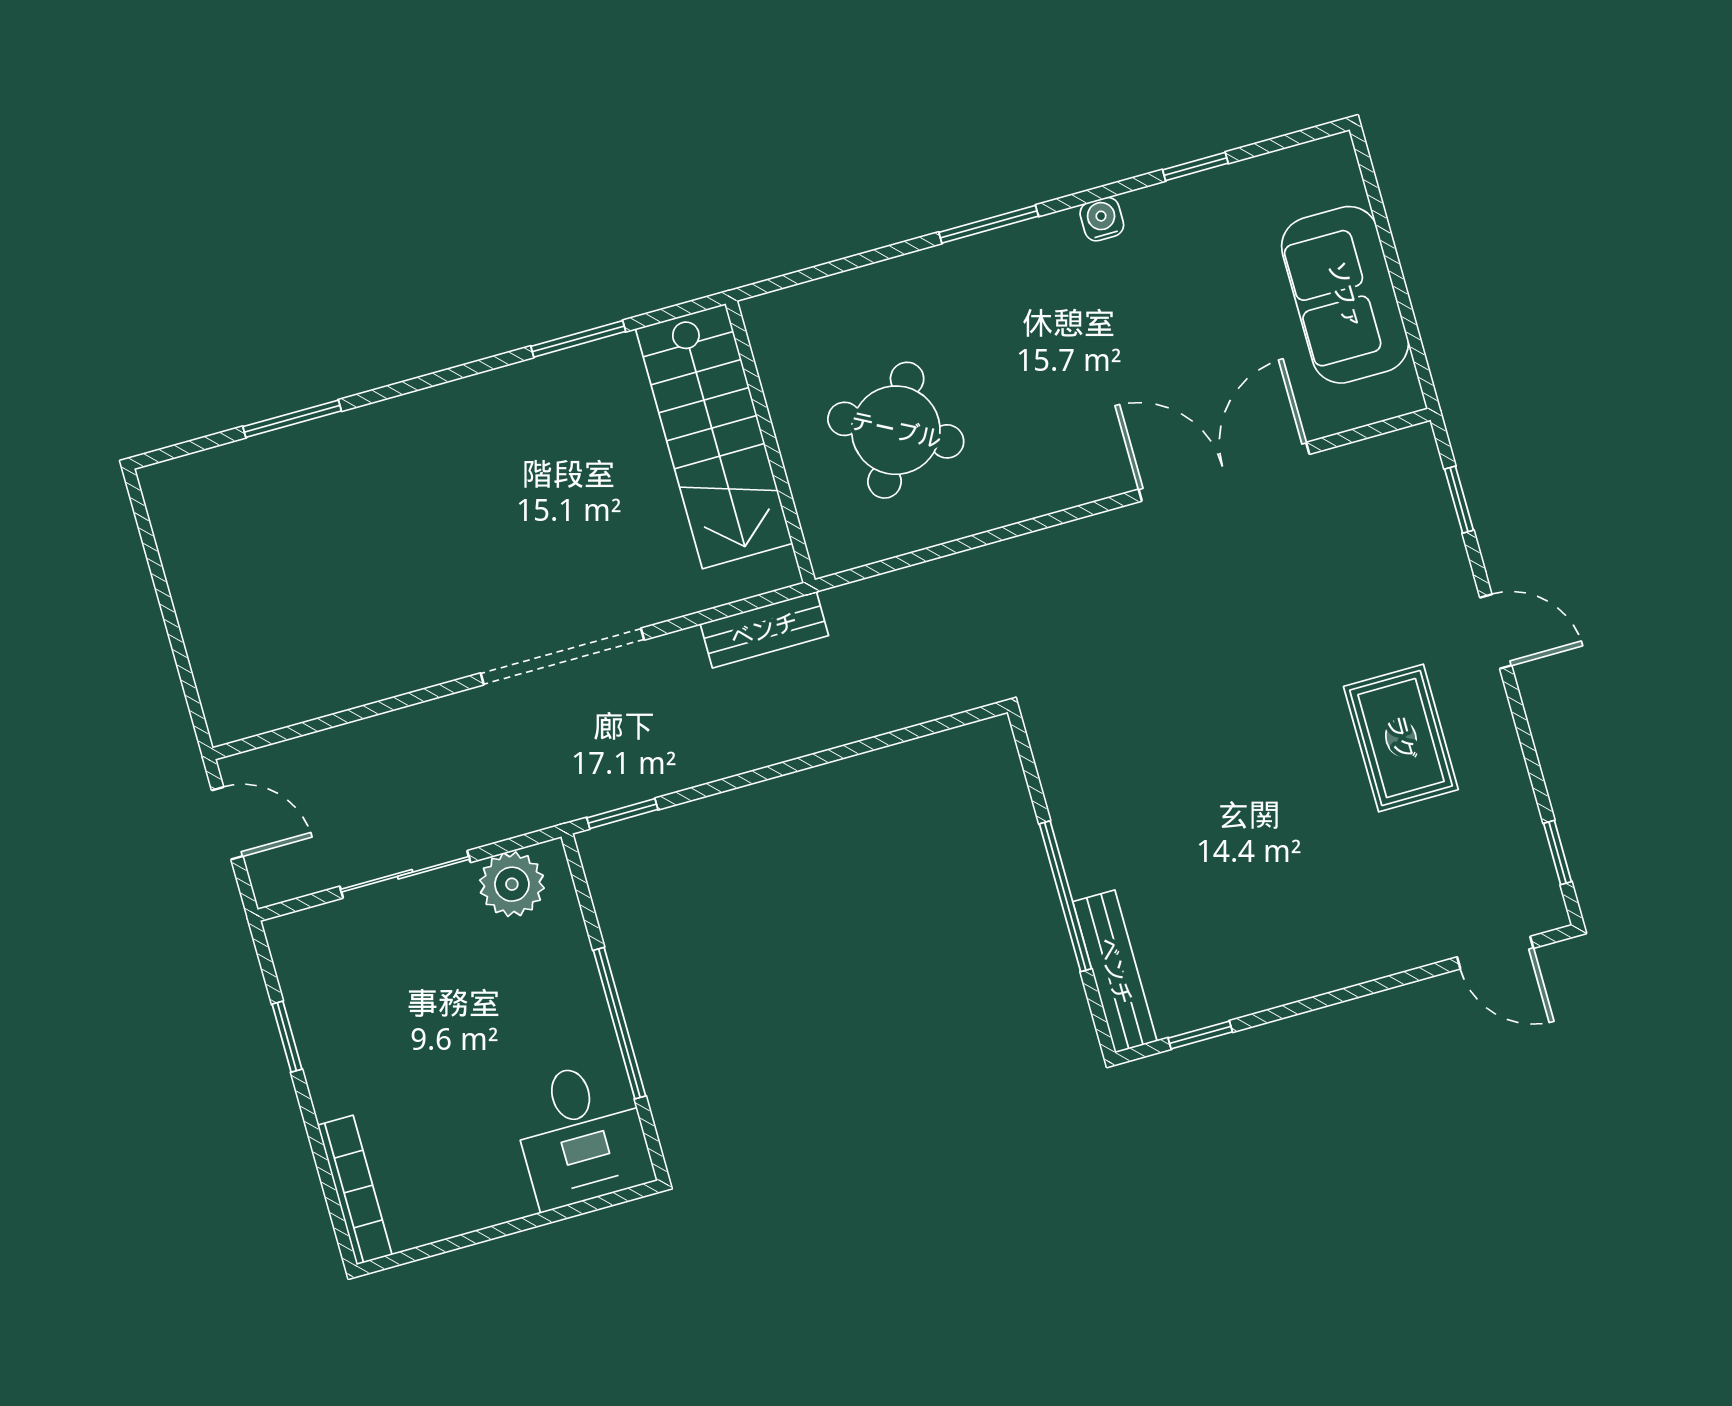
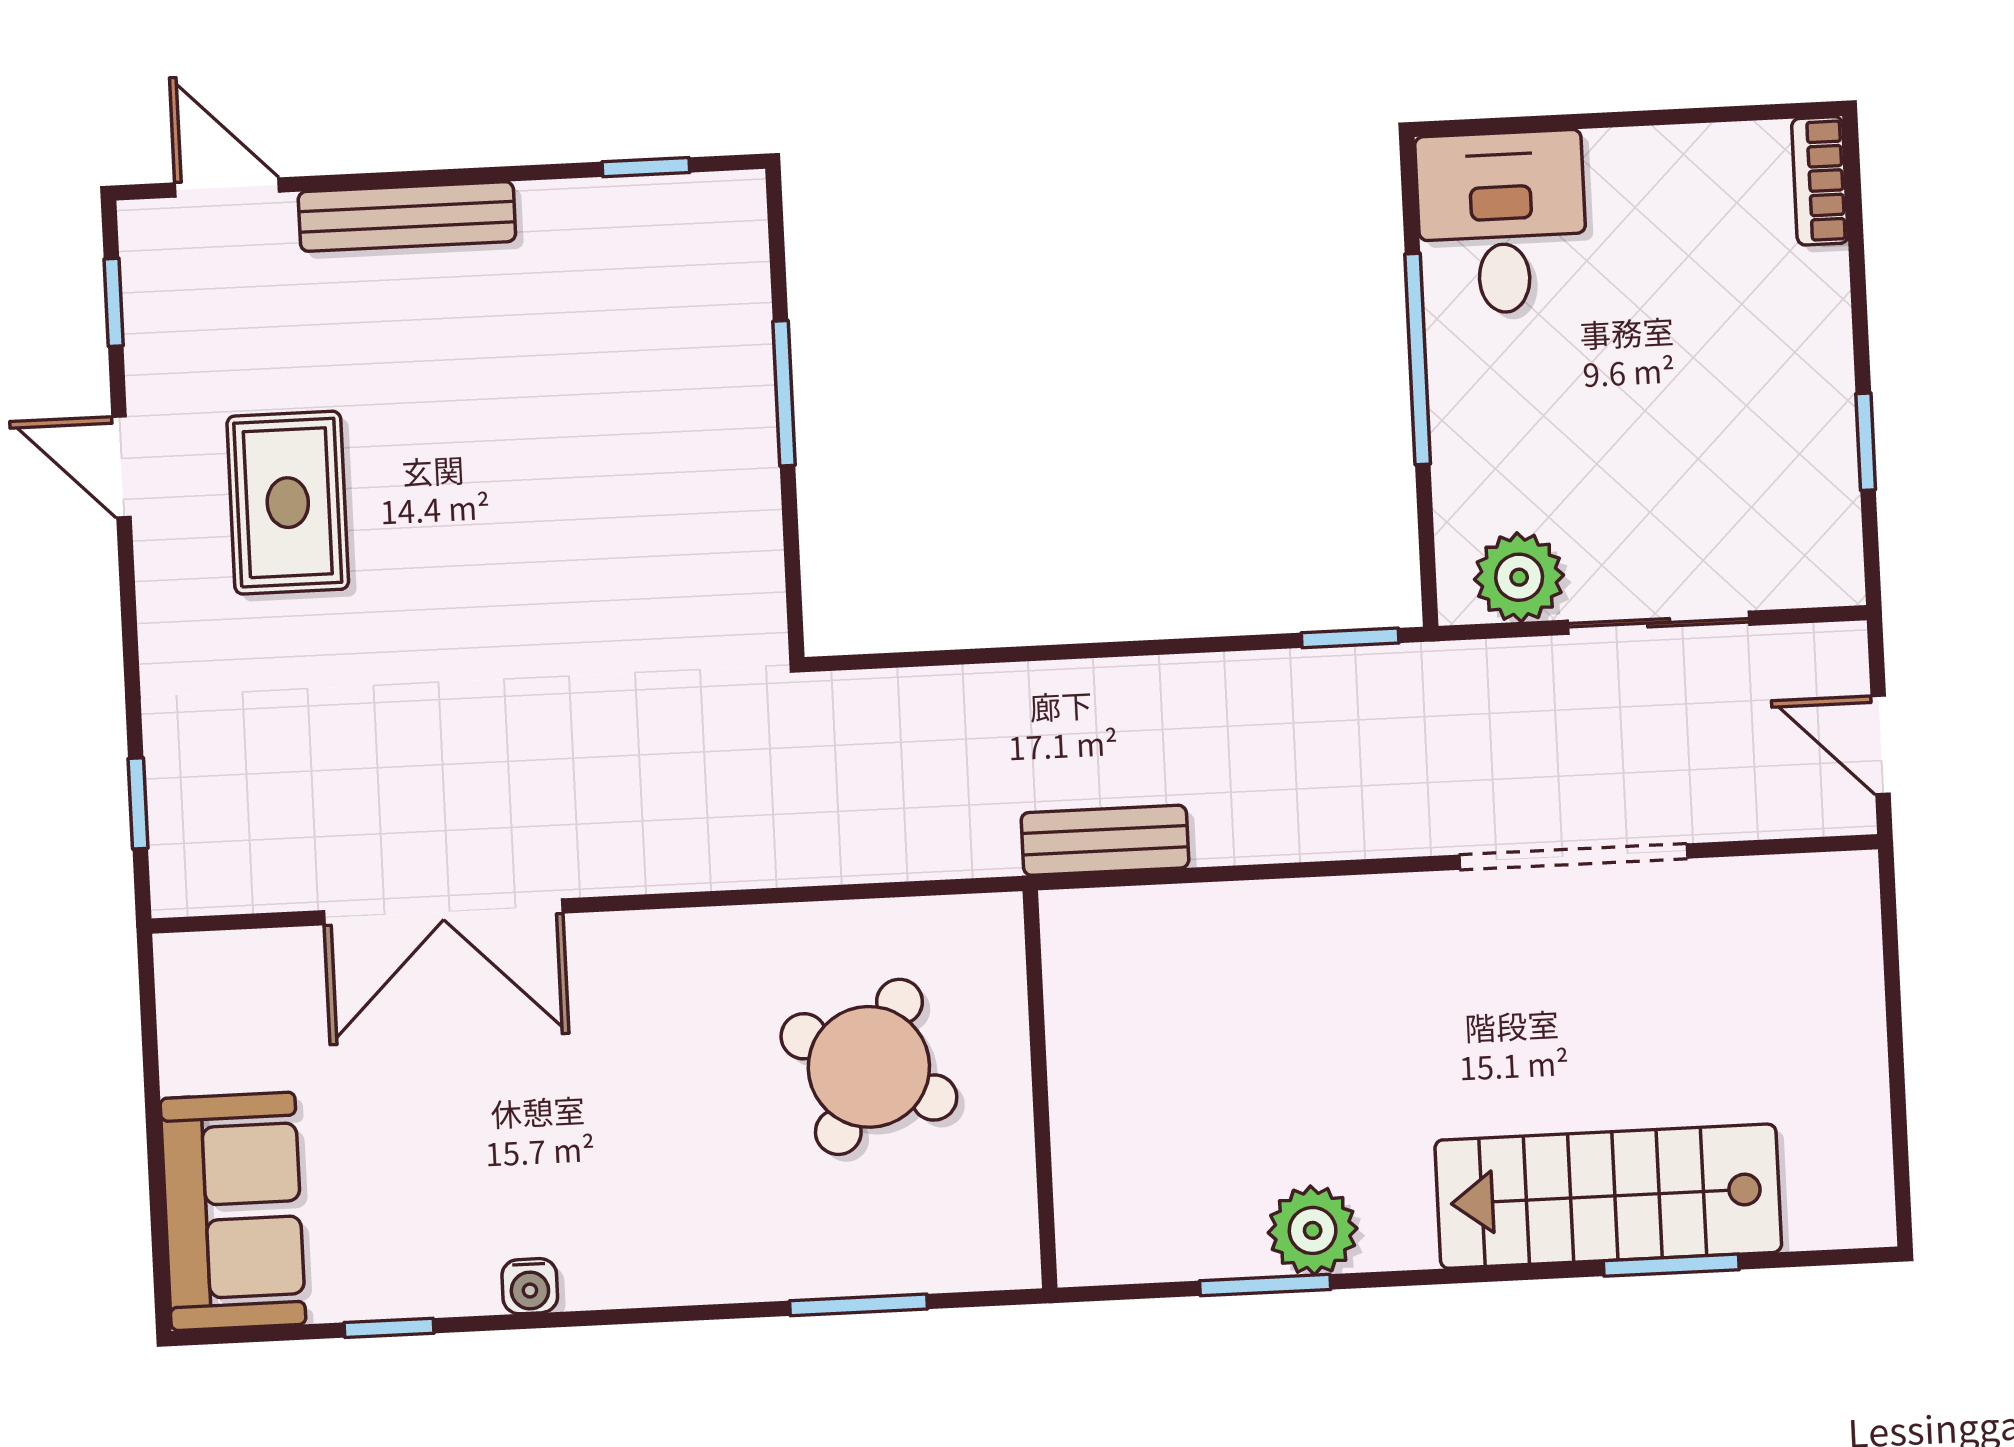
window: (989, 224) -> (859, 1305), moved
sofa: (1345, 295) -> (233, 1211), moved
plant: (553, 385) -> (1313, 1230), added
stairs: (714, 436) -> (1608, 1196), moved, turned -90
door: (1496, 632) -> (122, 467), moved
doorway: (562, 656) -> (1573, 857), moved
window: (1065, 896) -> (784, 393), width x0.69
bench: (1115, 971) -> (407, 217), moved, turned 90
bookcase: (355, 1190) -> (1820, 181), width x0.64

